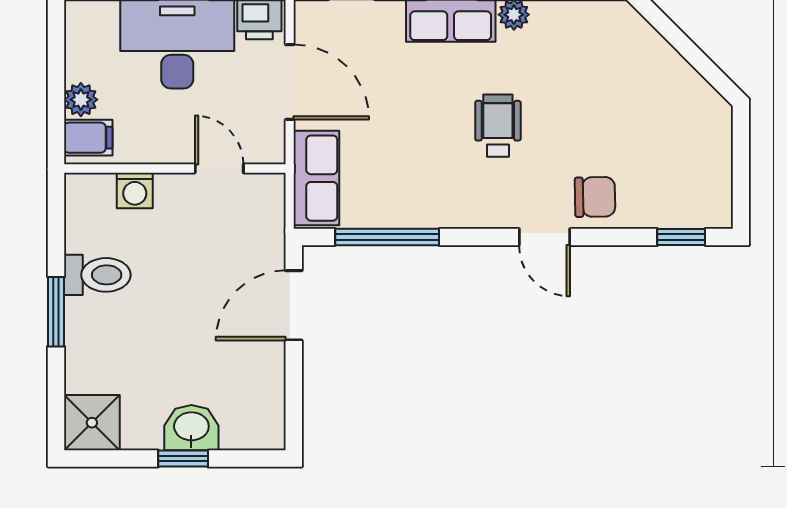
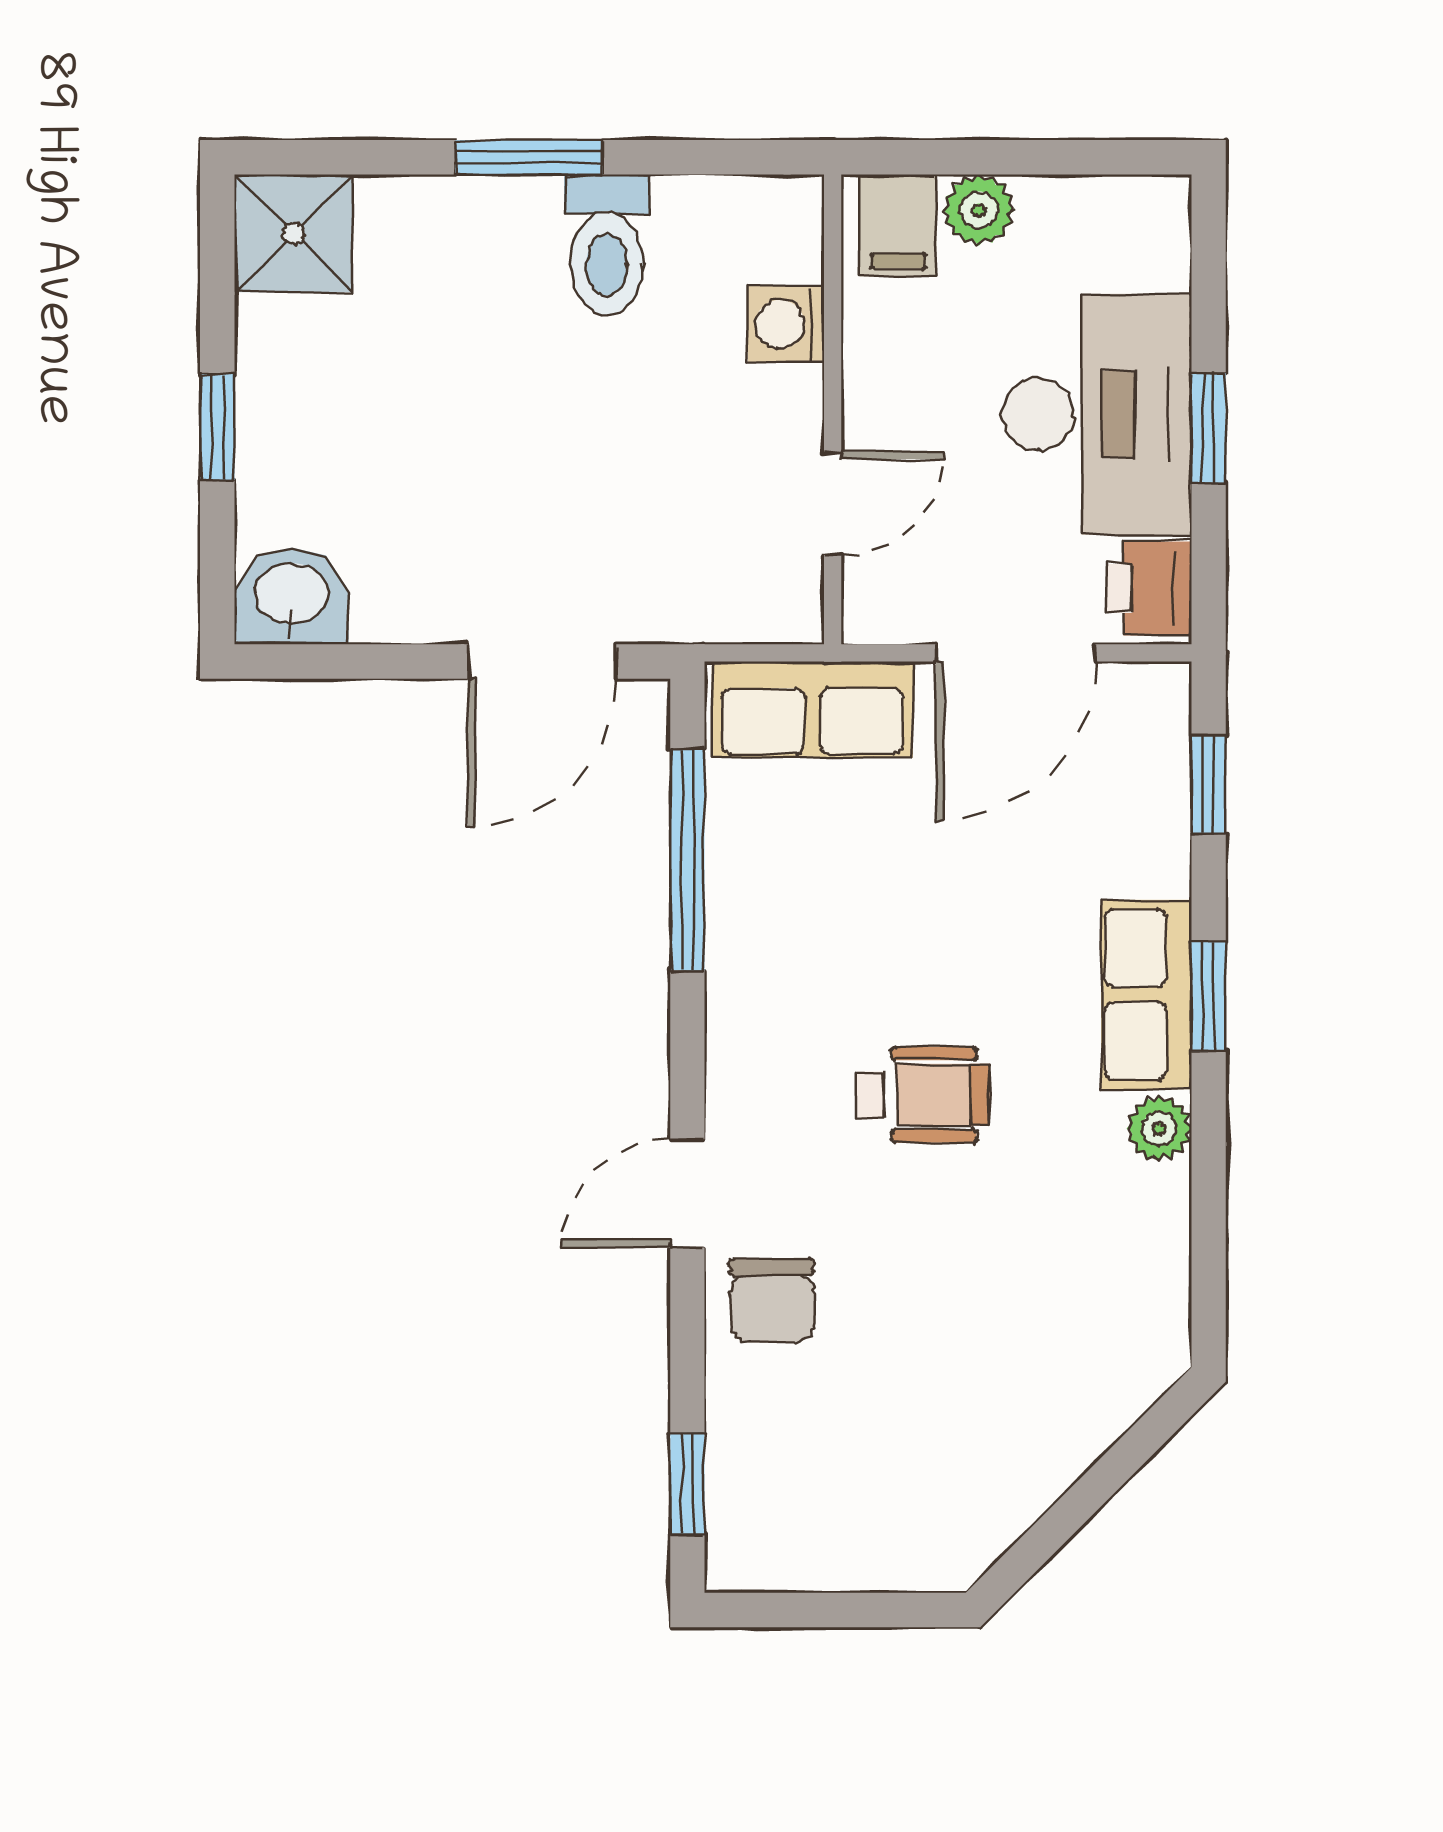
door: (294, 305) -> (542, 661), swing flipped
washbasin: (191, 428) -> (292, 596), moved, turned -90

